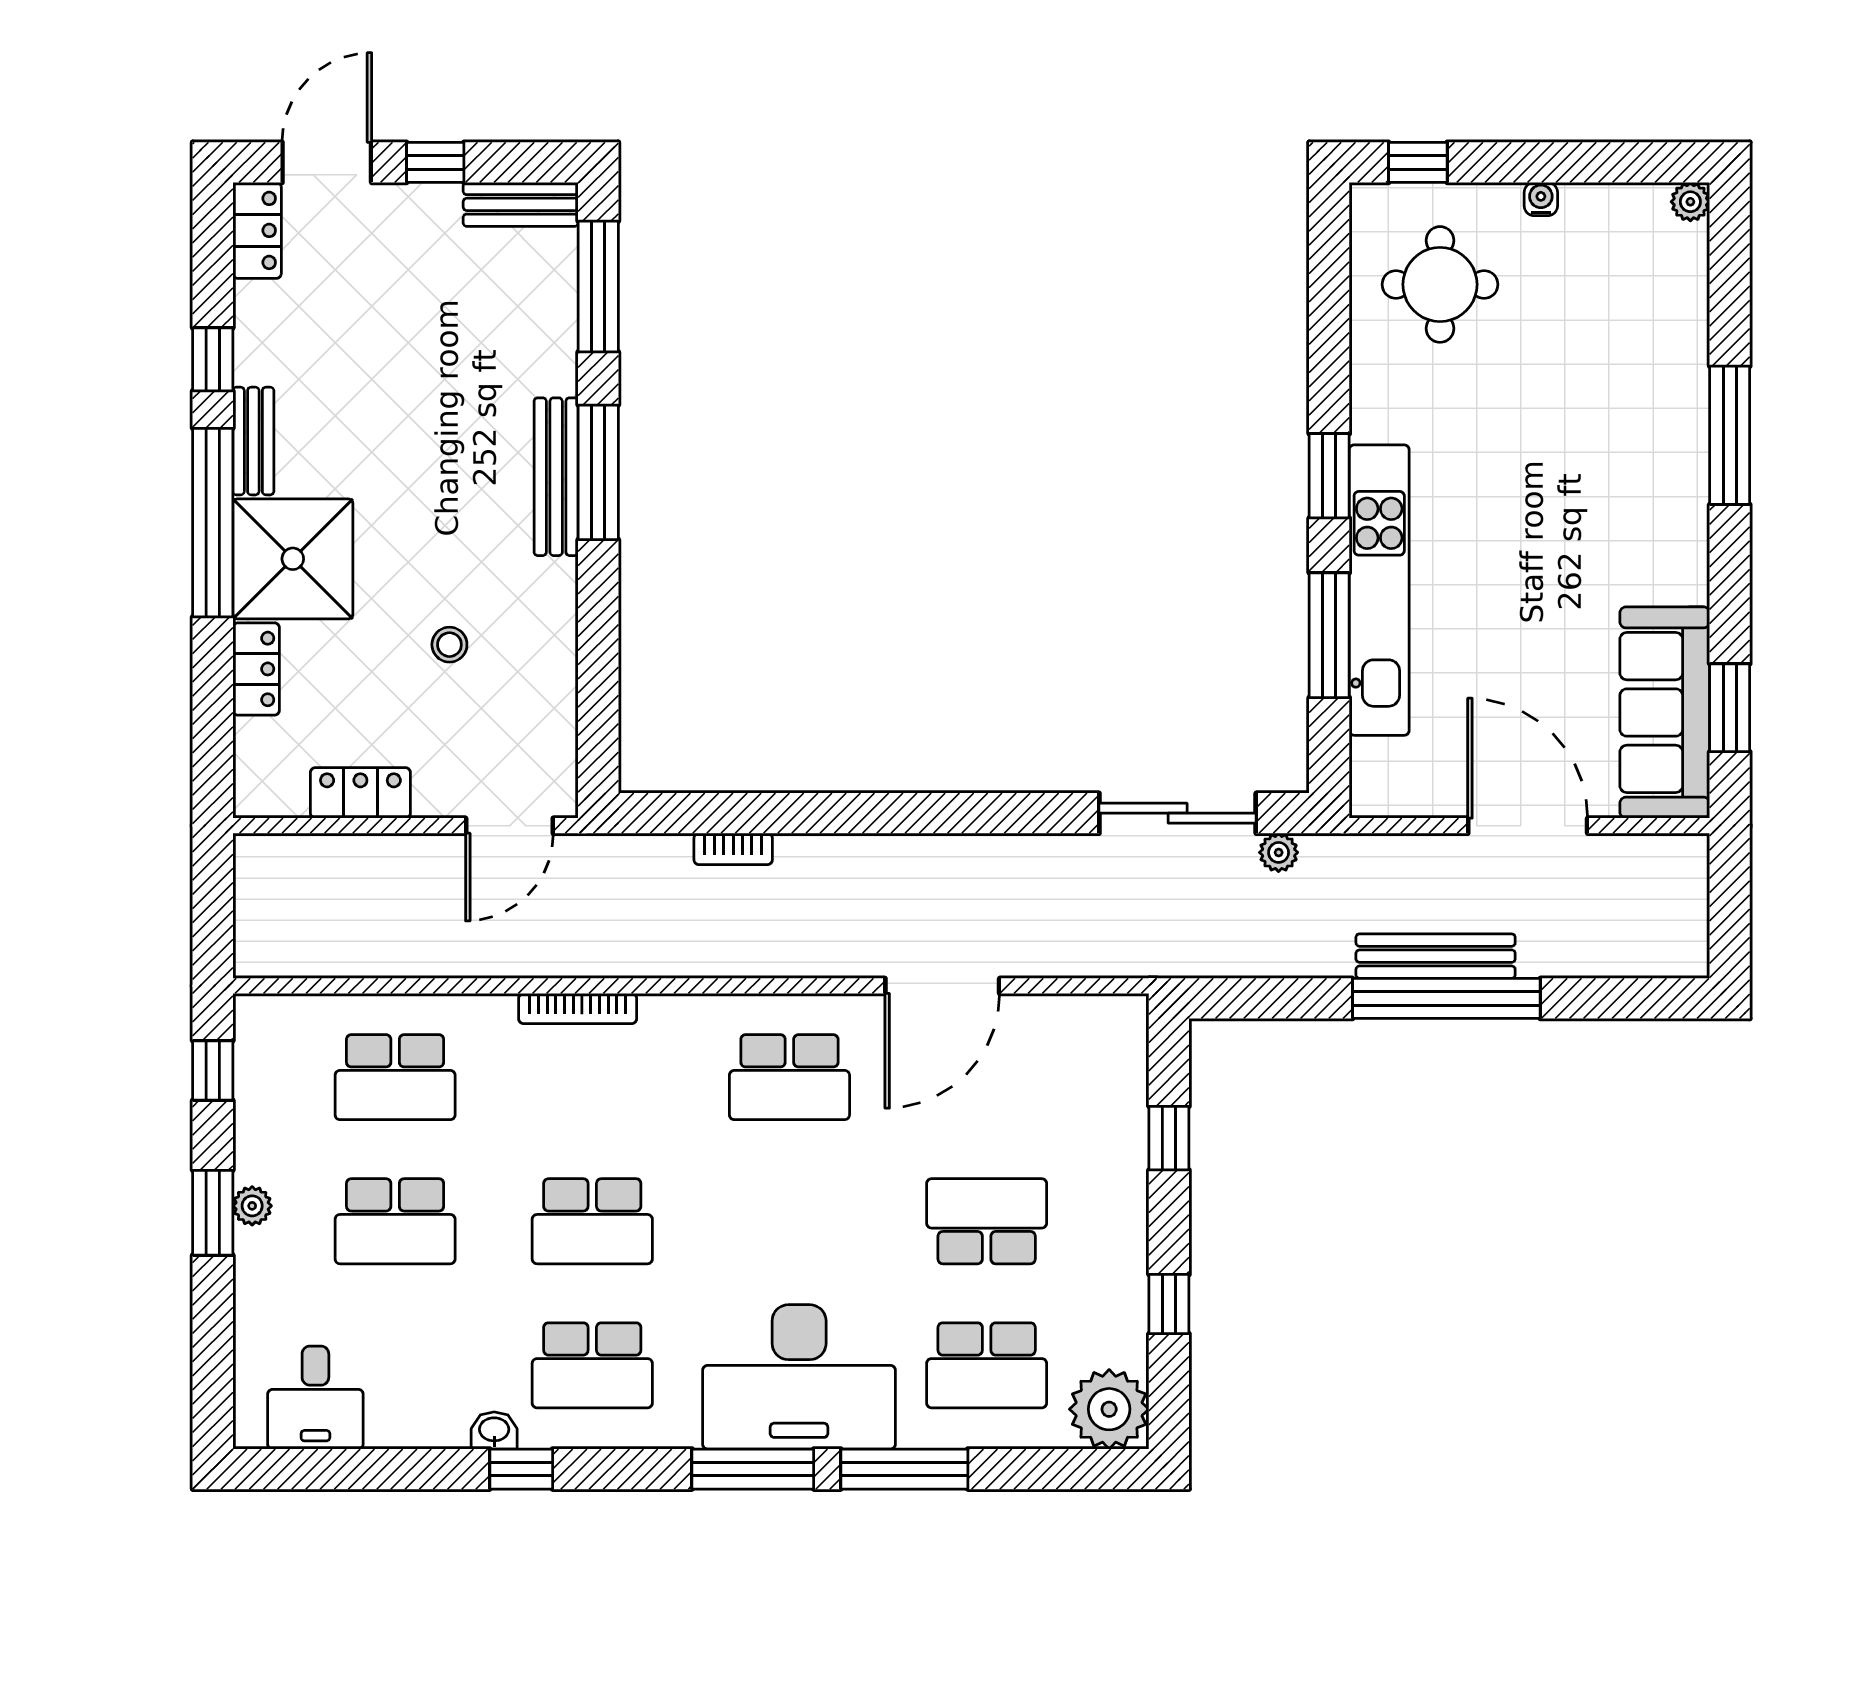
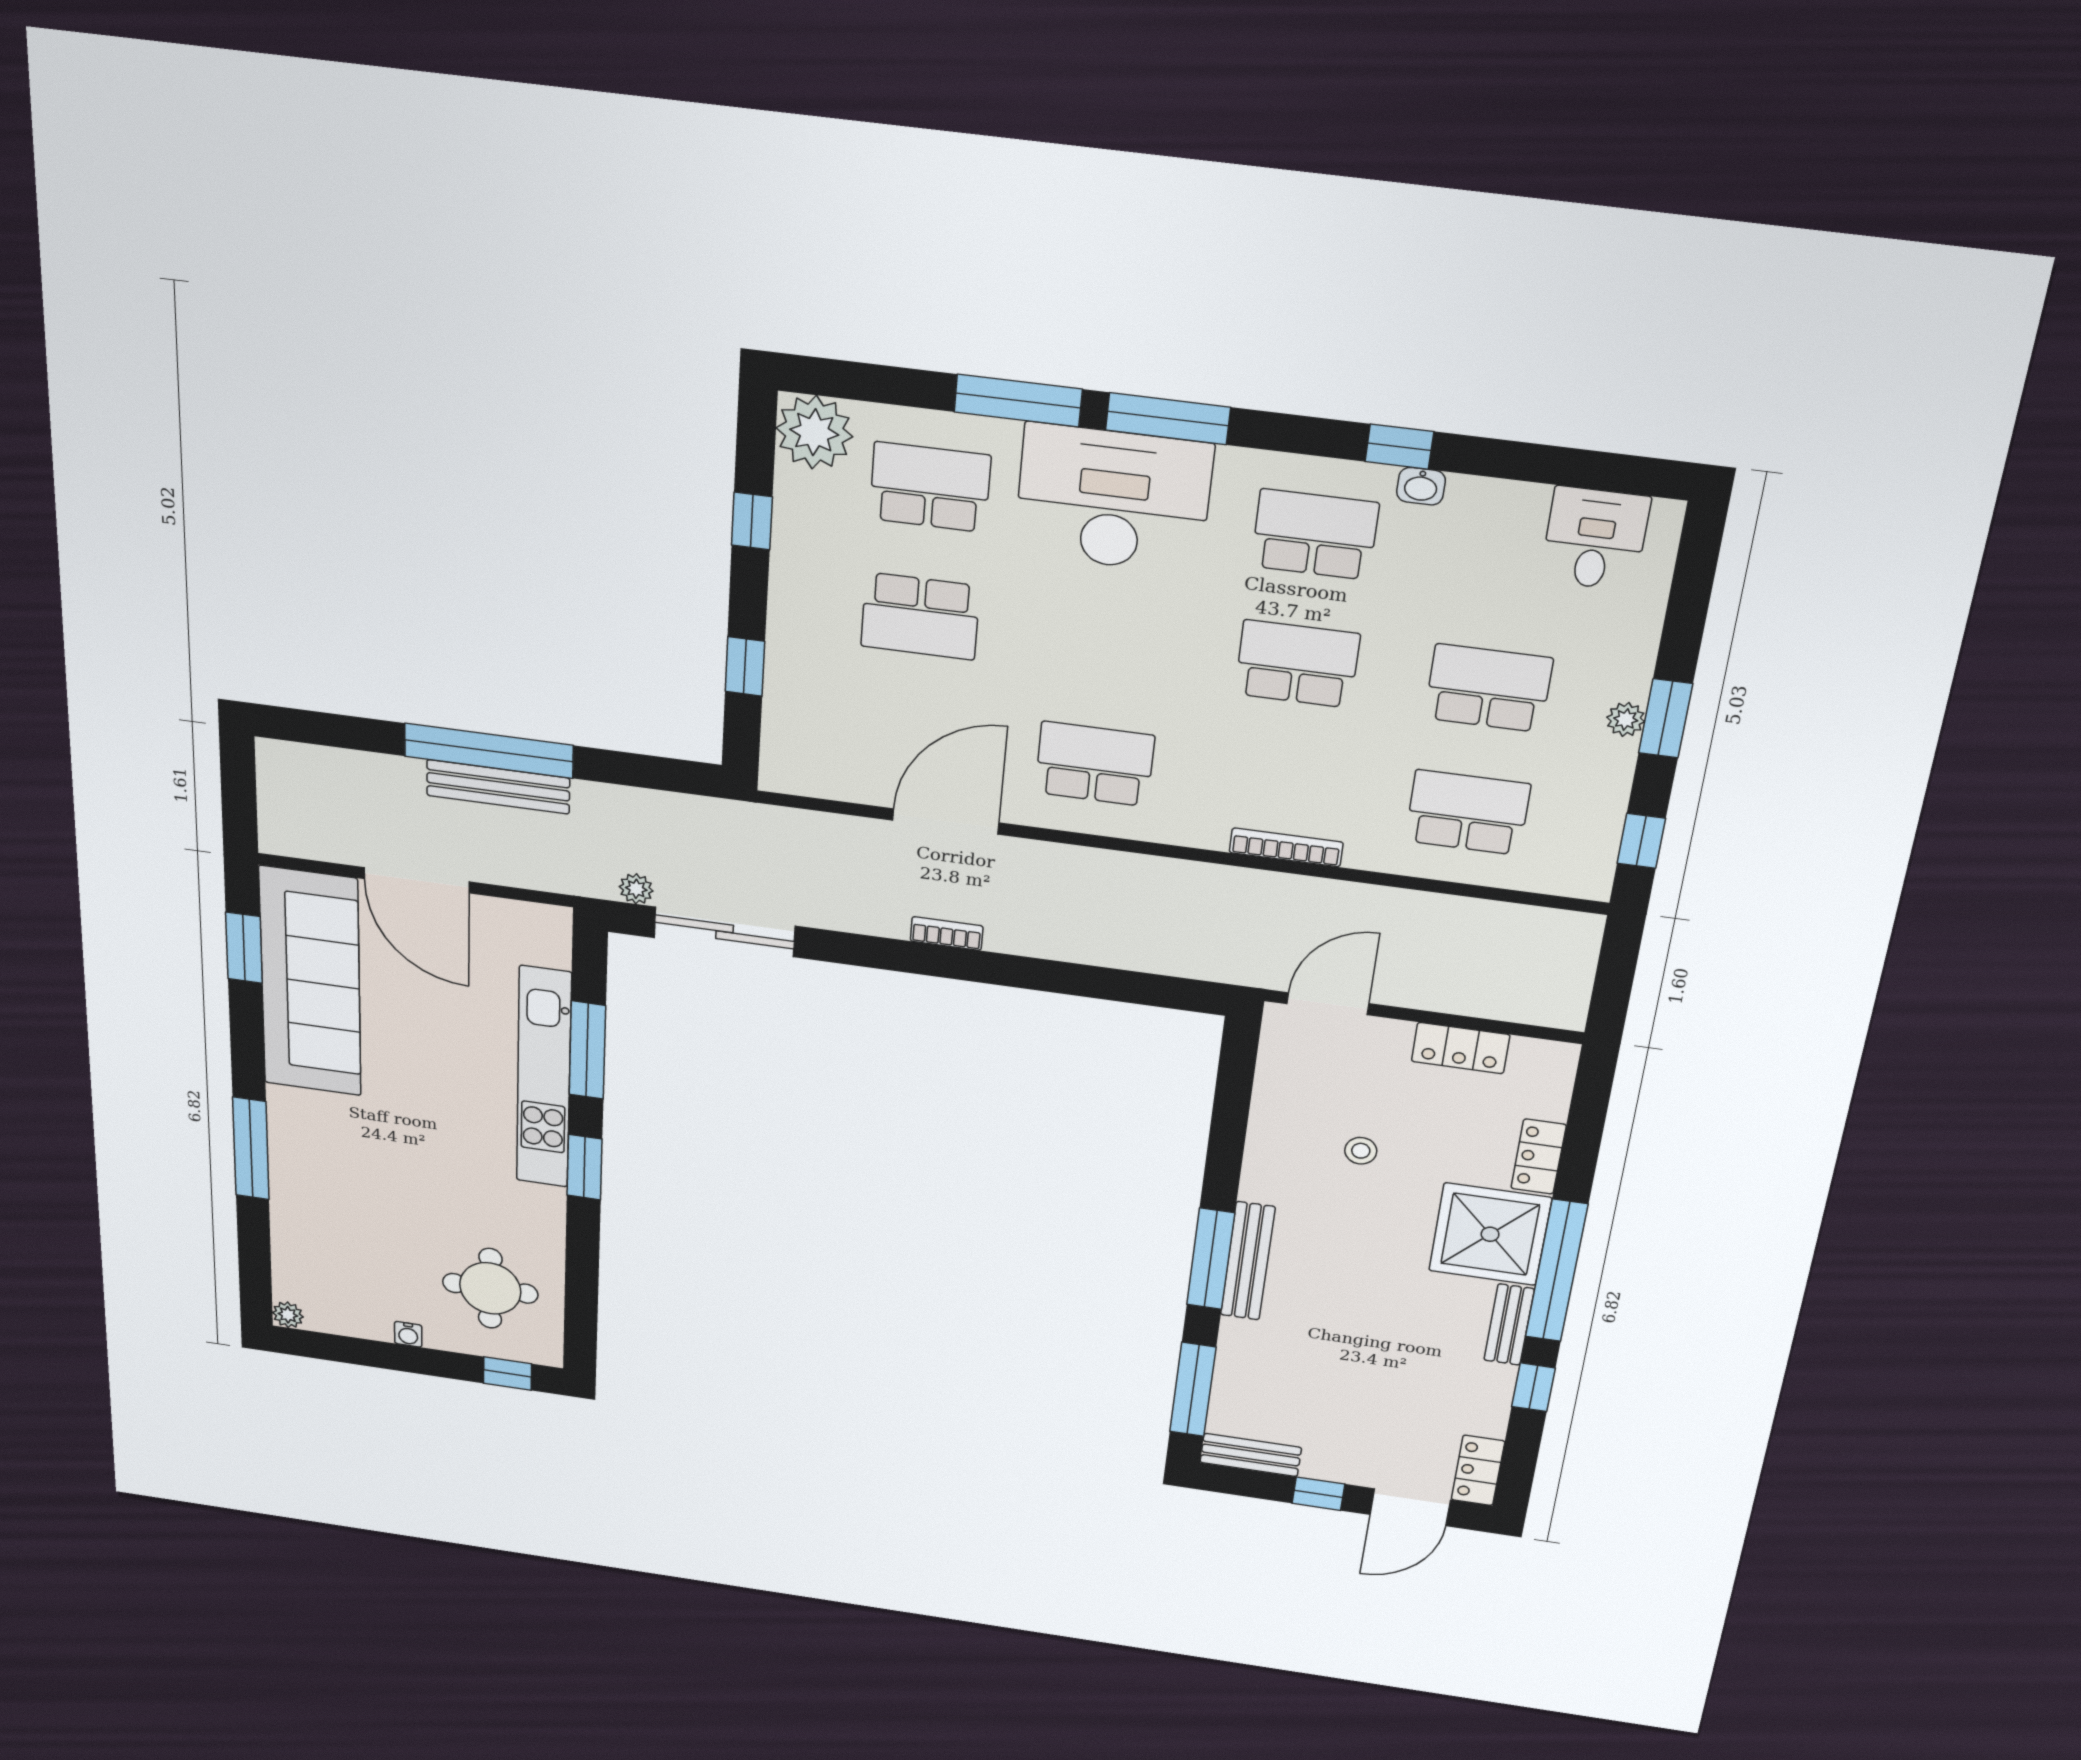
sofa: (1665, 713) -> (310, 982), width x1.36, depth x1.27
bookcase: (733, 849) -> (947, 933), moved

